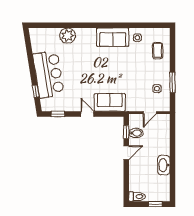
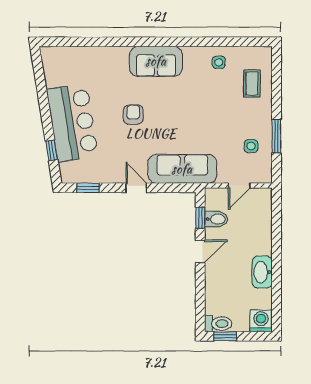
plant: (68, 36) -> (104, 59), removed
sofa: (113, 37) -> (156, 61), moved
armchair: (85, 69) -> (133, 115), added
sofa: (110, 102) -> (182, 169), width x1.36
washing machine: (163, 195) -> (261, 321), added
window: (155, 204) -> (225, 336), moved

